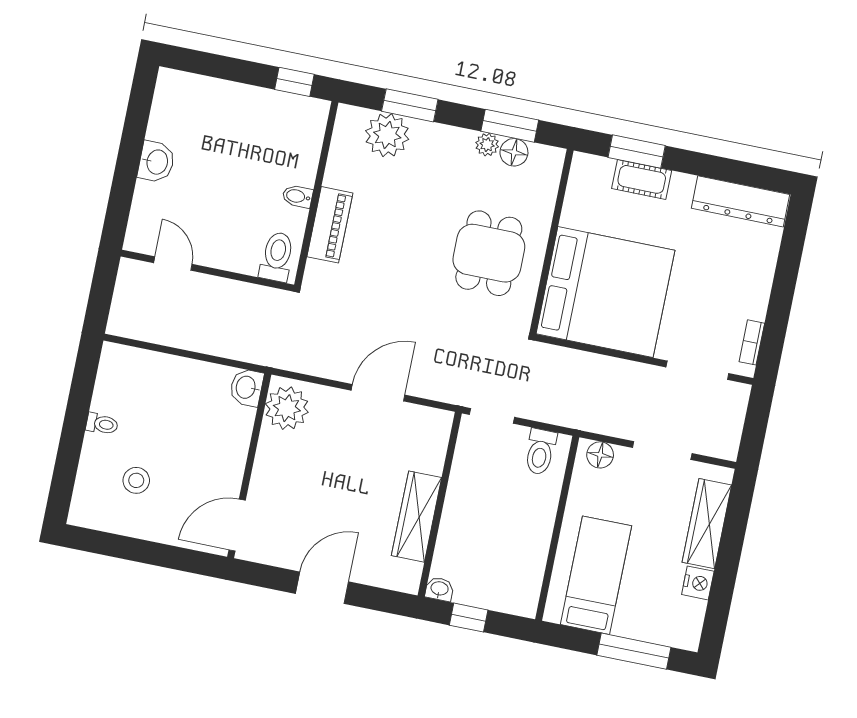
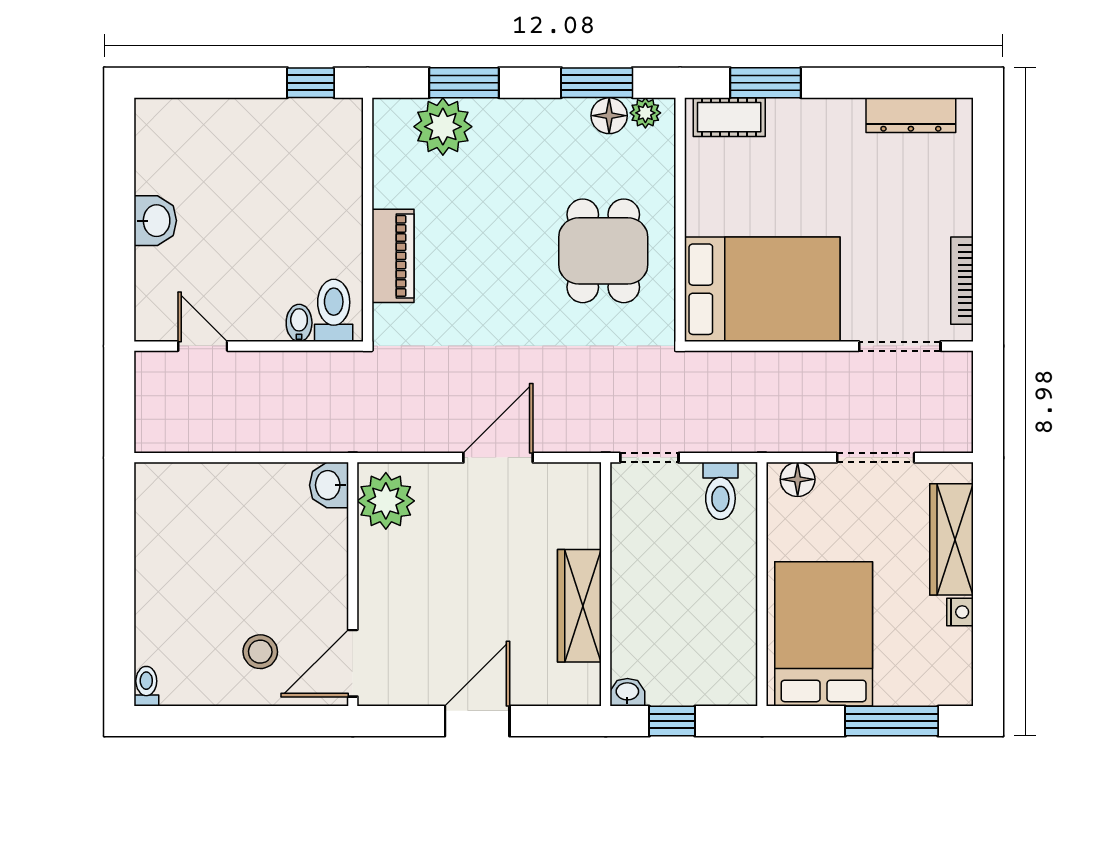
plant: (487, 145) -> (645, 113), moved
cot: (642, 179) -> (729, 117), moved
bidet: (298, 196) -> (299, 323), moved, turned 90
dresser: (740, 201) -> (911, 115), width x0.73, depth x0.80
bed: (605, 292) -> (762, 289), width x0.73
bookcase: (752, 342) -> (962, 281), width x1.56
toilet: (102, 424) -> (146, 686), moved, turned -90
stool: (136, 480) -> (260, 652), moved
bed: (596, 575) -> (824, 634), width x1.50
nightstand: (698, 583) -> (960, 612), width x0.72, depth x0.74

